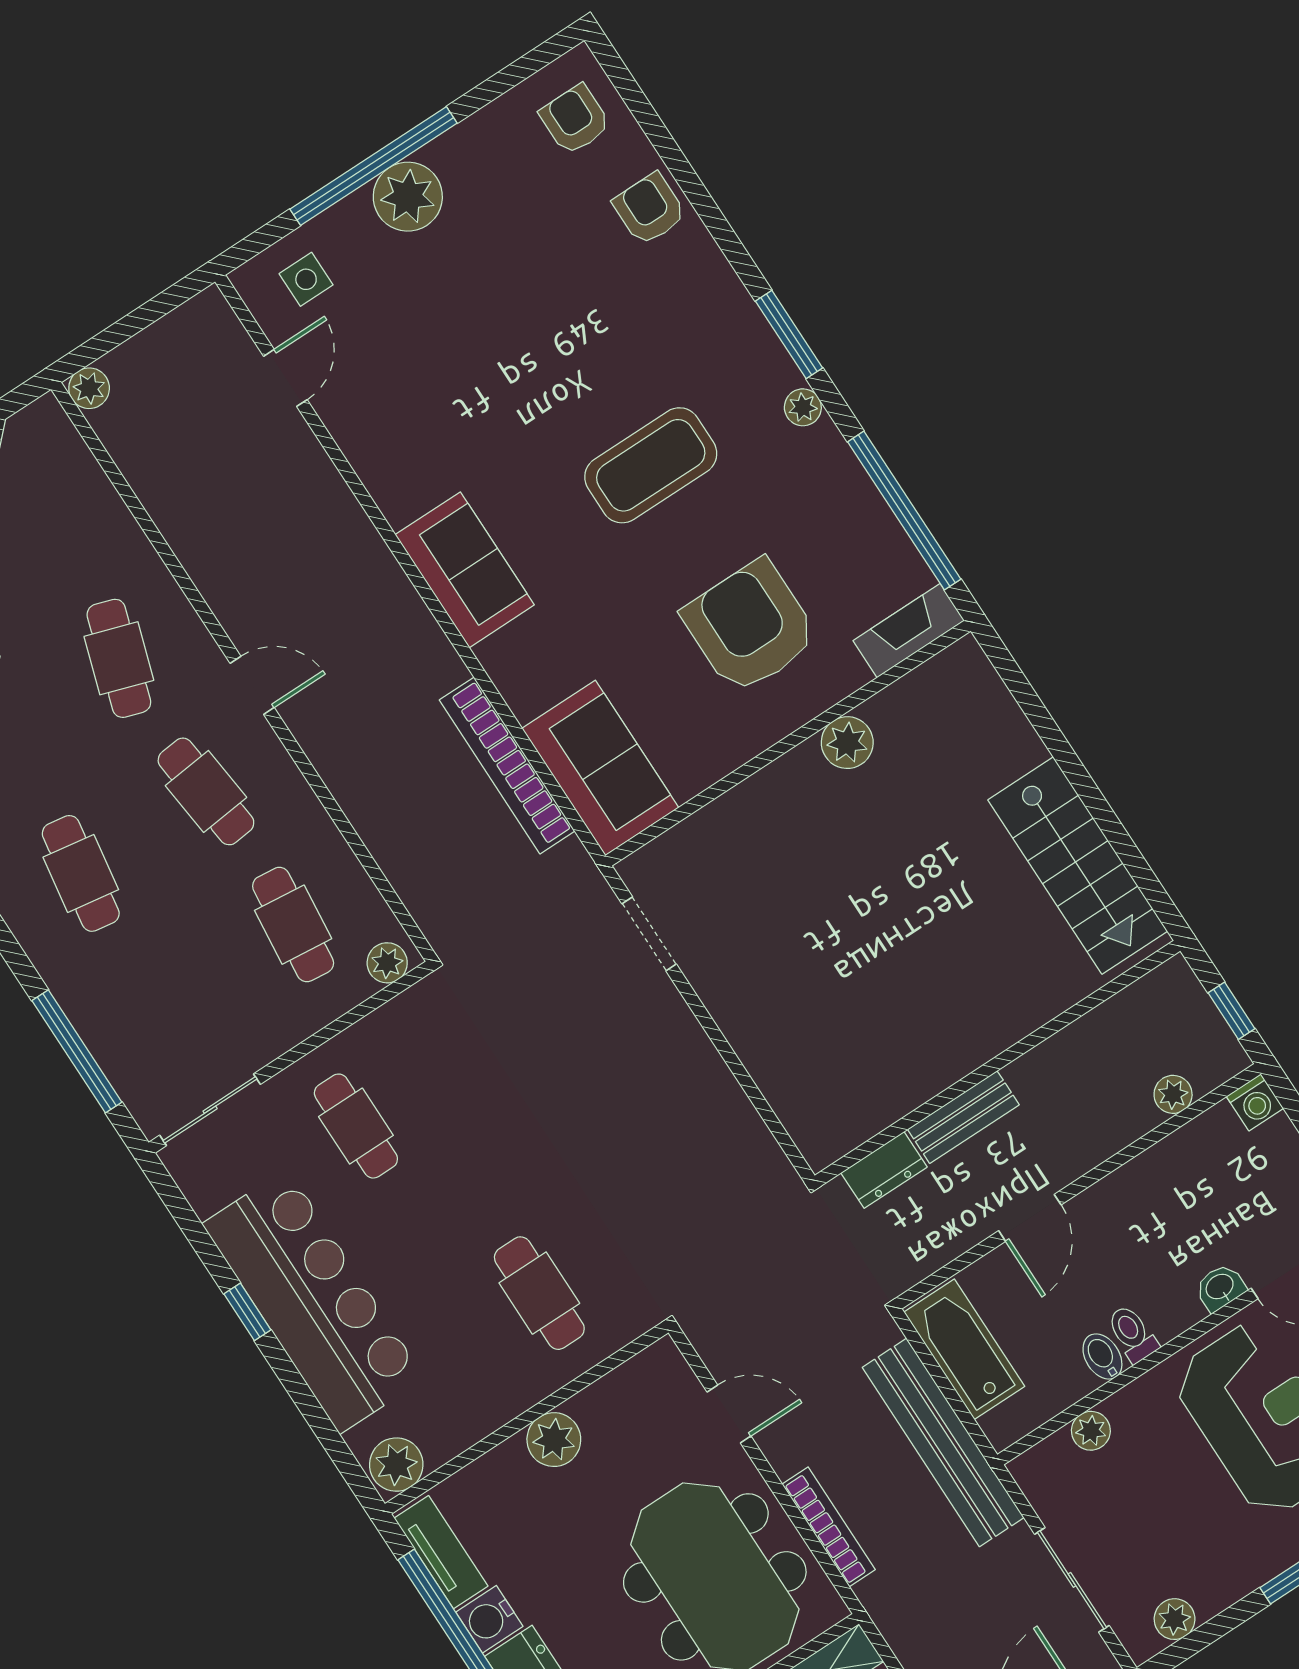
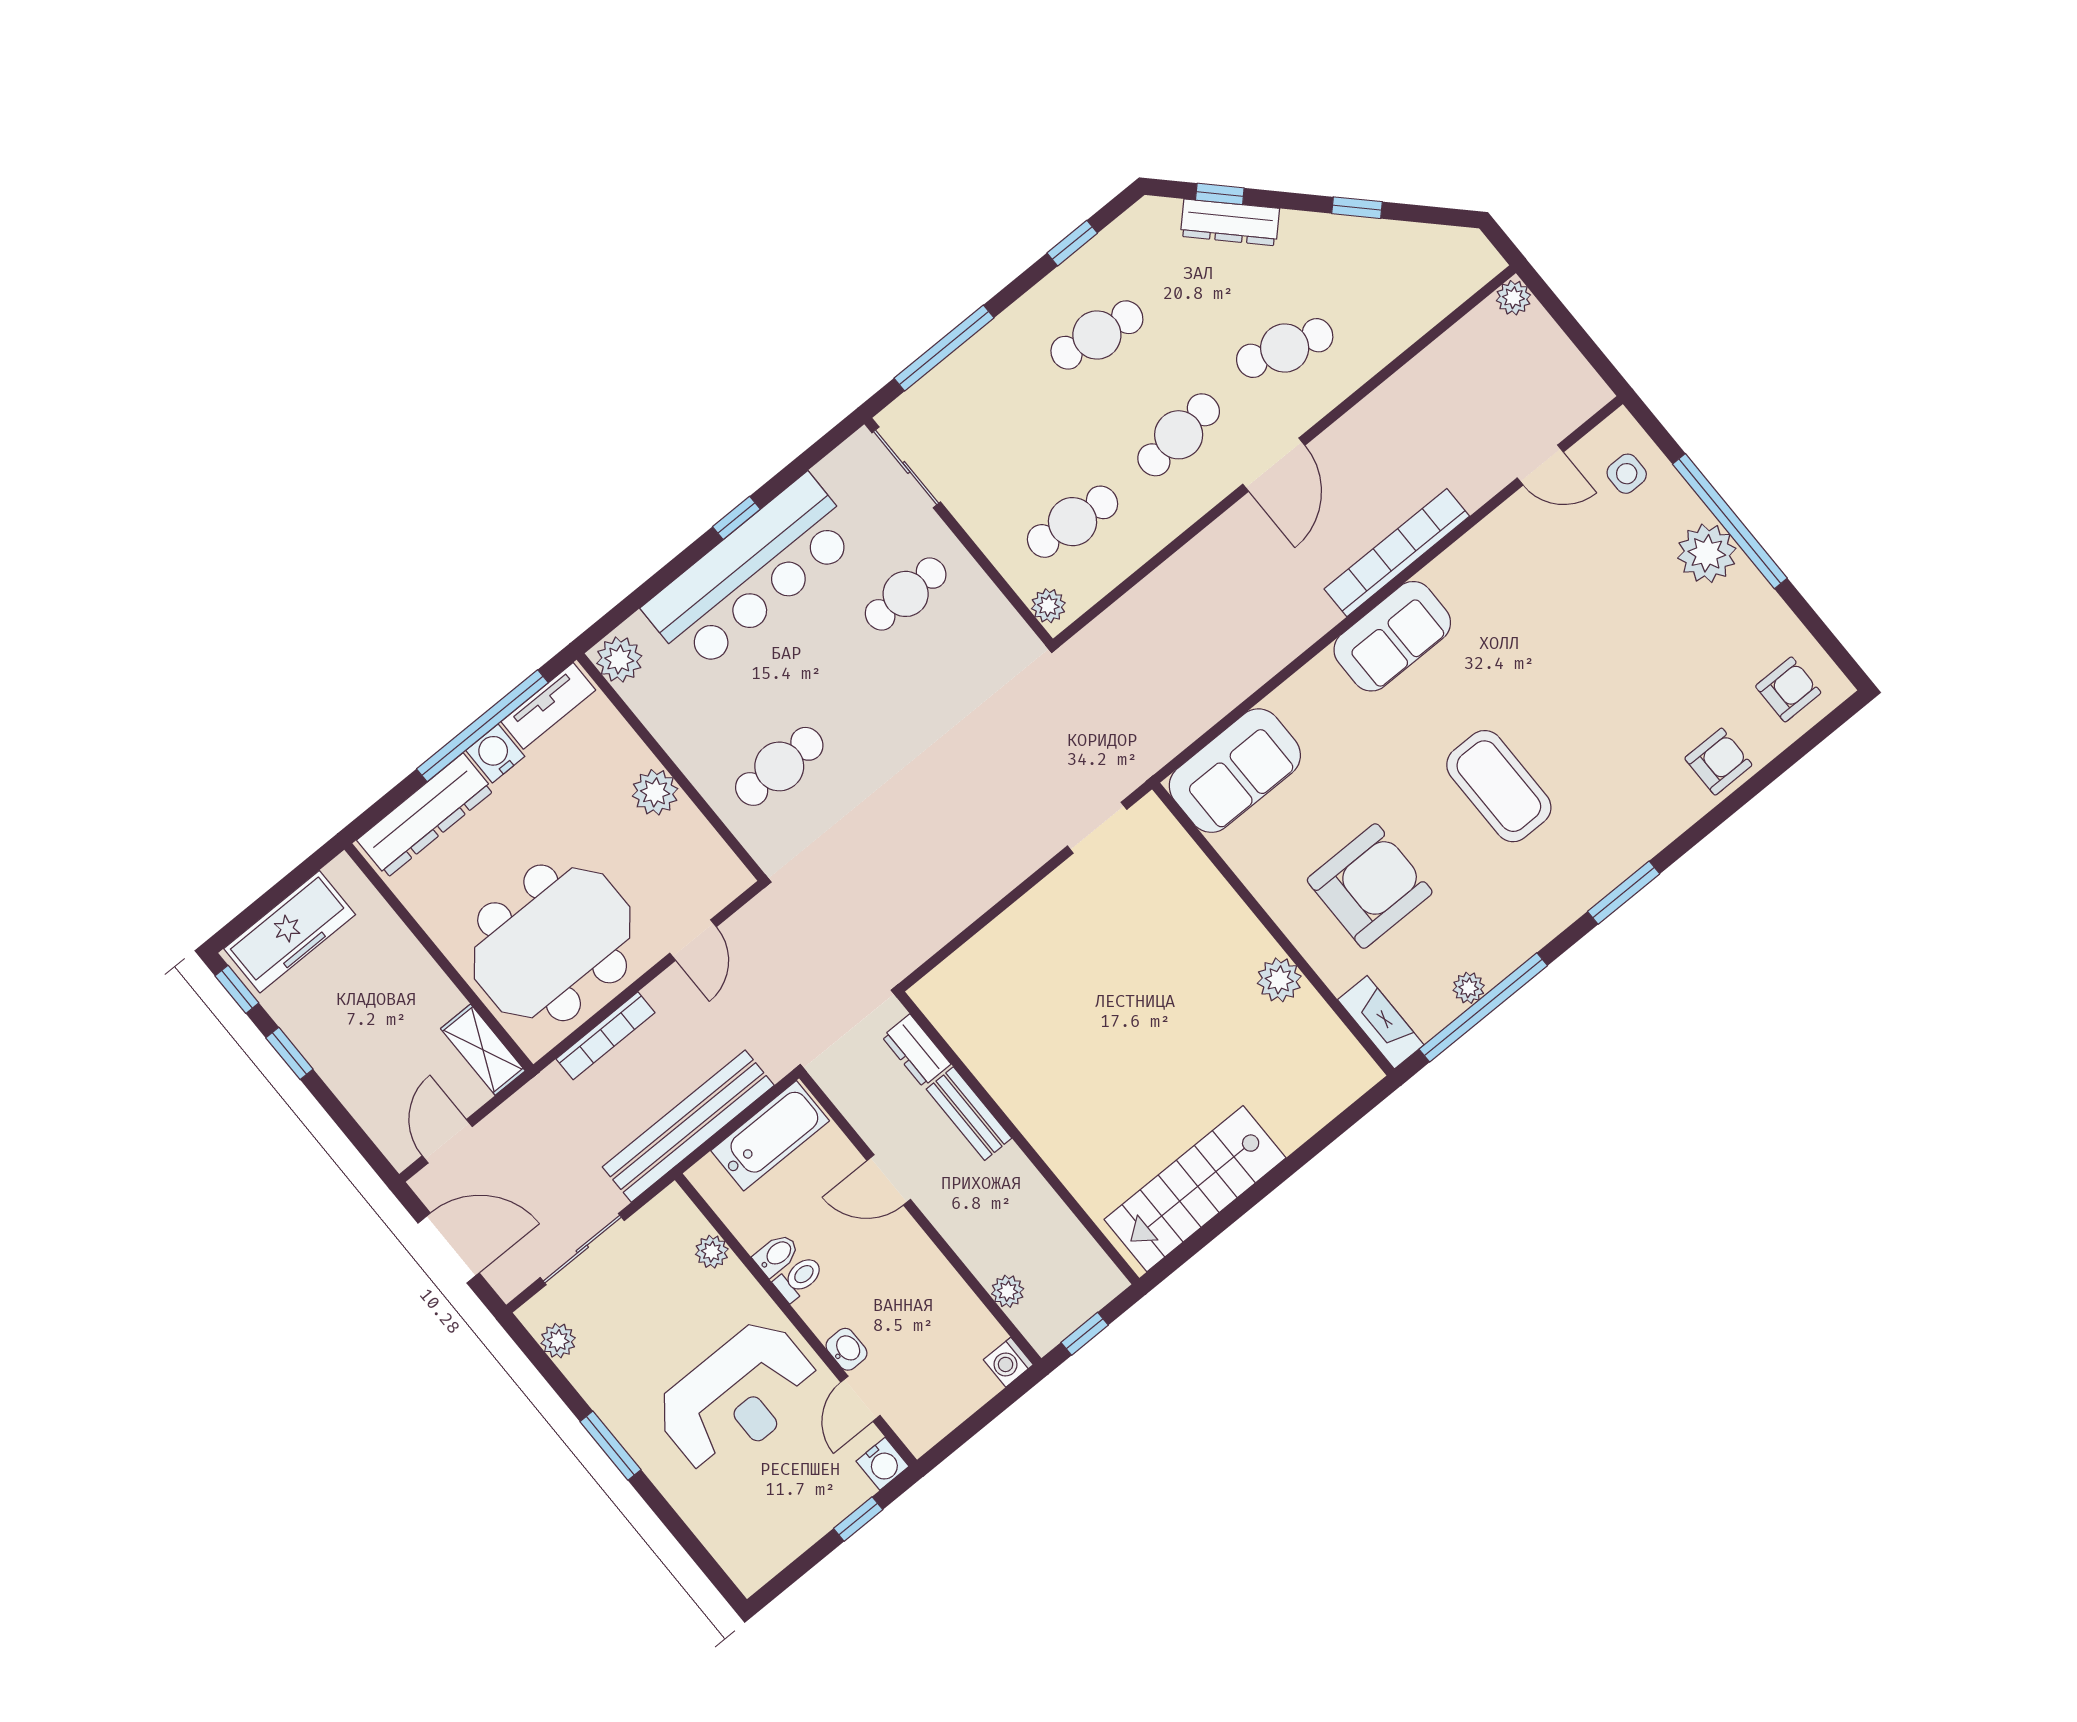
plant: (803, 407) -> (1469, 988), moved
door: (252, 685) -> (1274, 465), width x1.38
bookcase: (507, 766) -> (1397, 553), moved

